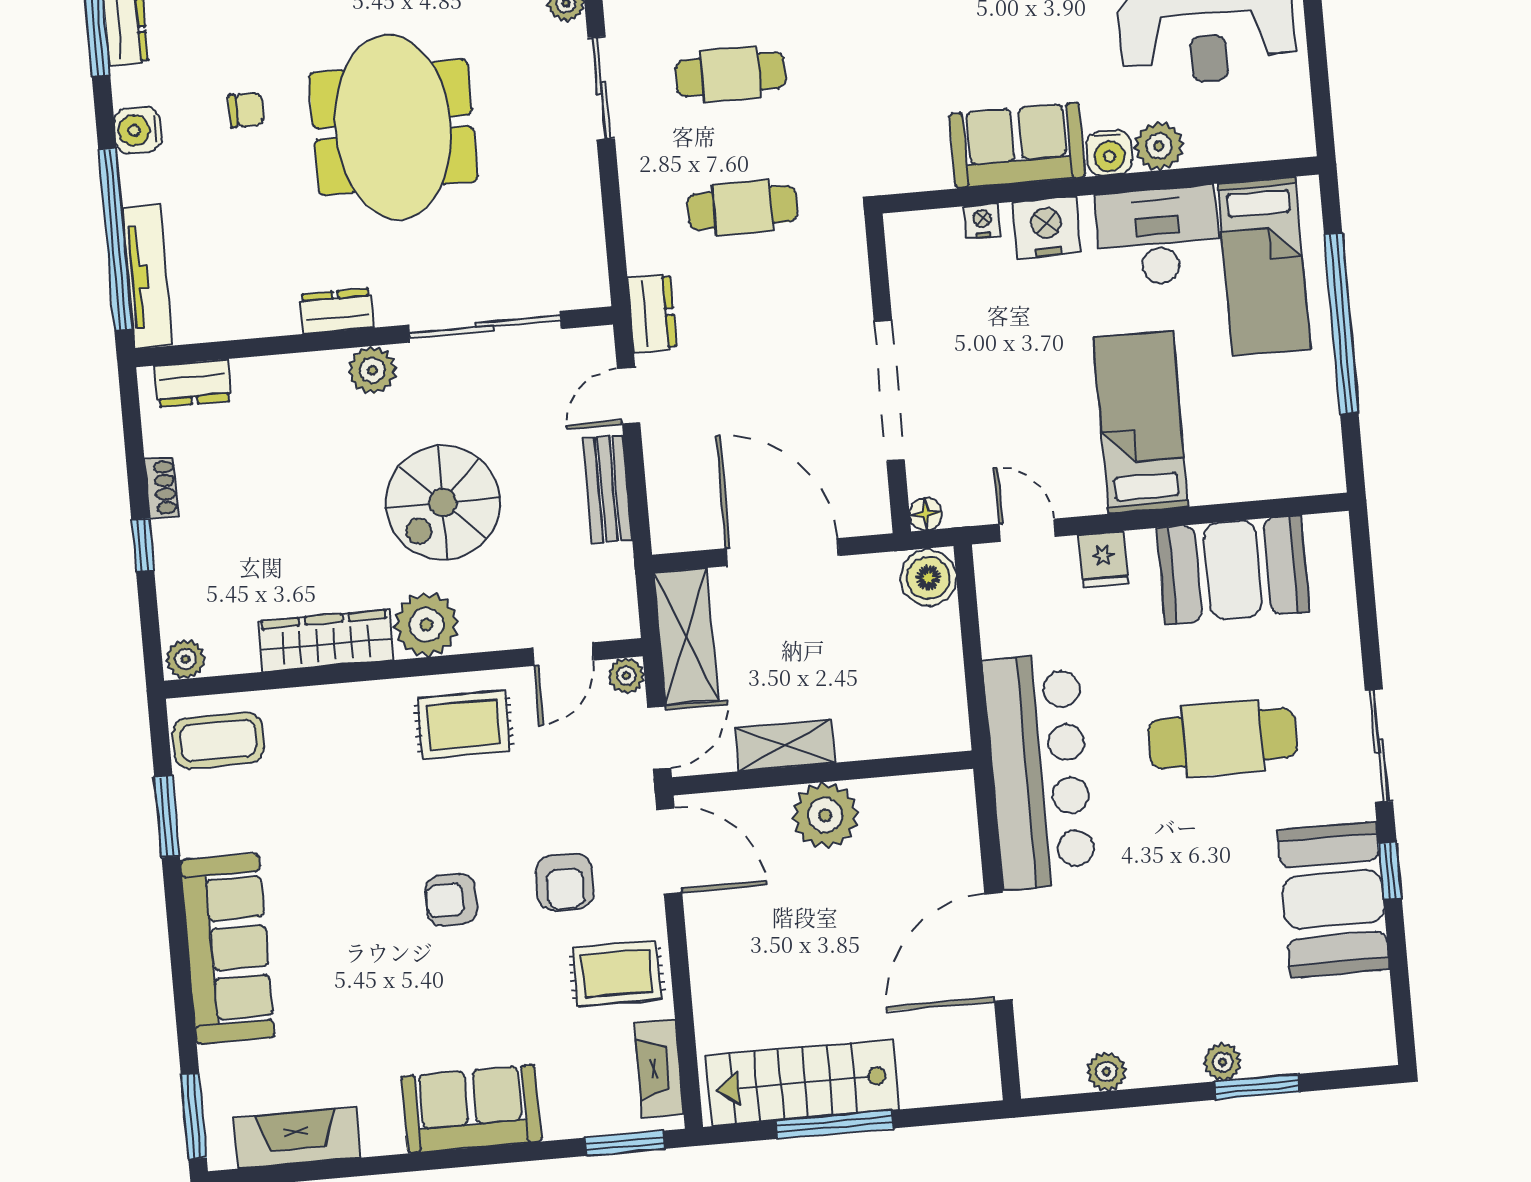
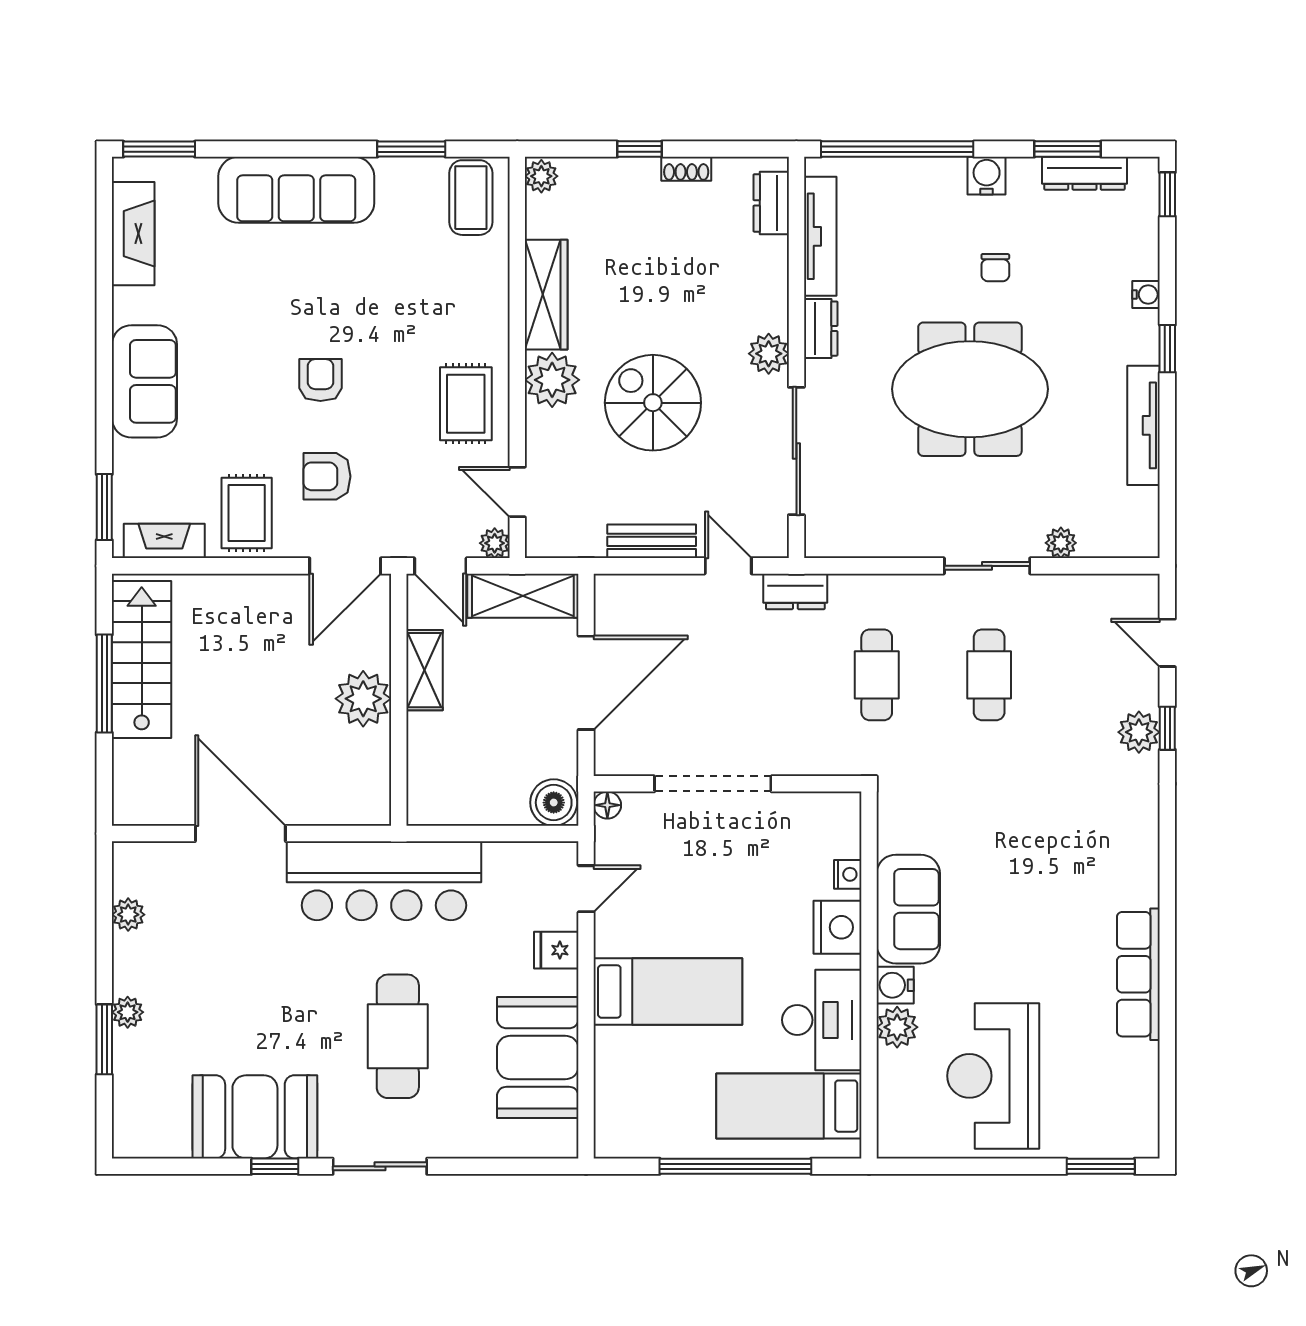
tv unit: (147, 276) -> (820, 236), moved, turned -90

